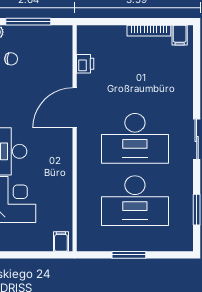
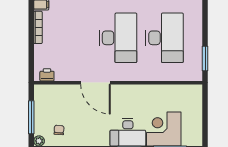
printer: (85, 64) -> (47, 75), moved
filing cabinet: (61, 242) -> (195, 93), removed
window: (129, 255) -> (205, 58), moved

